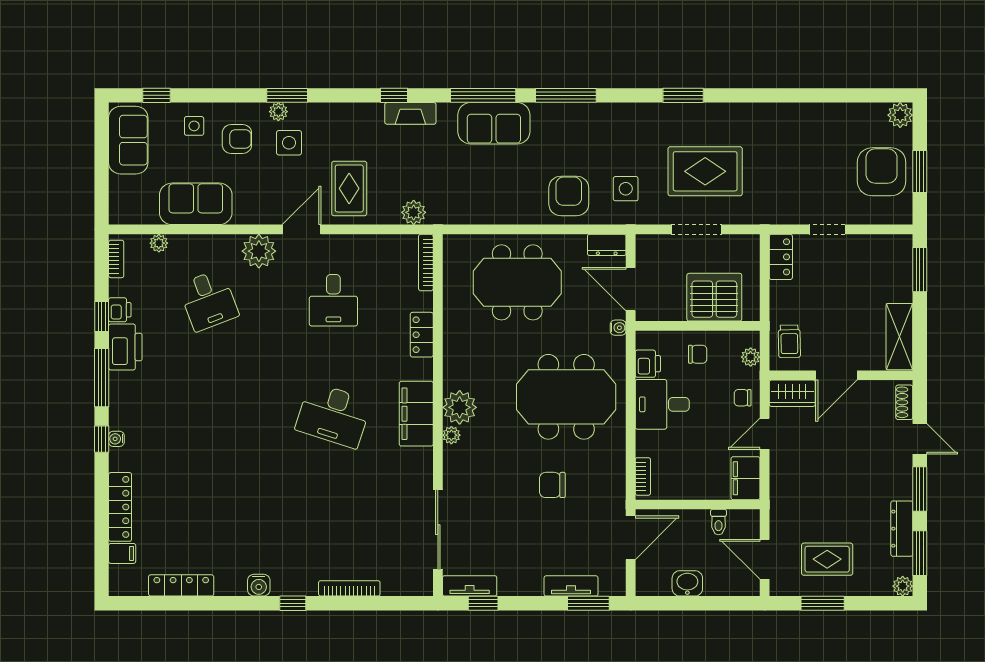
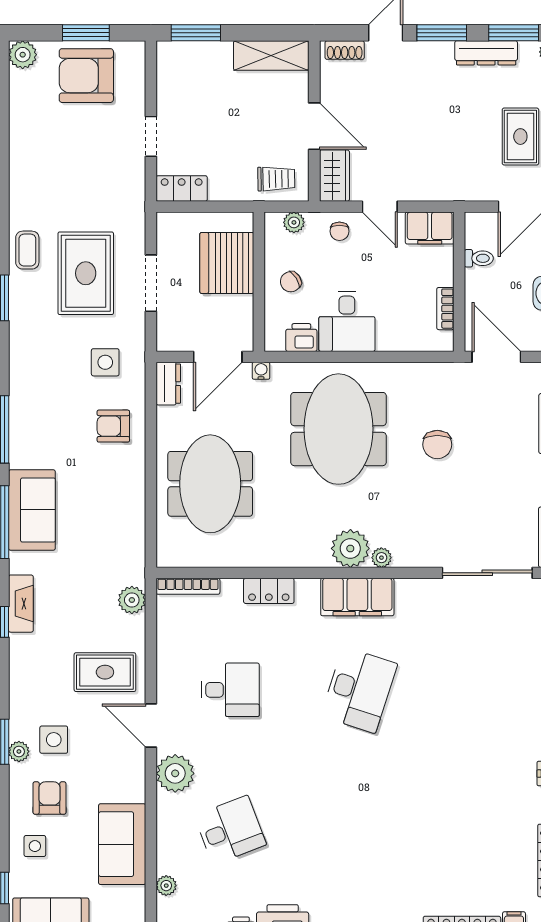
coffee table: (726, 119) -> (27, 250), added
armchair: (569, 196) -> (113, 426), width x0.72, depth x0.72
chair: (698, 354) -> (291, 282), turned -122
bookcase: (643, 476) -> (445, 309), moved, turned -90

